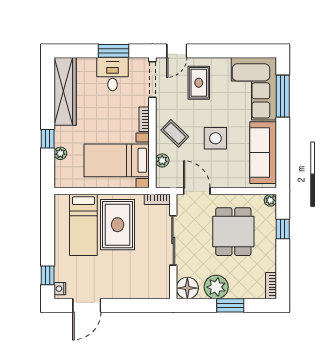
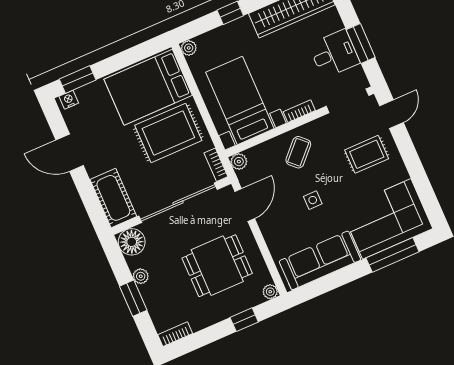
door: (177, 51) -> (391, 114), swing flipped
side table: (215, 138) -> (313, 200), width x0.54, depth x0.54
plant: (60, 153) -> (189, 48), moved
plant: (162, 160) -> (239, 162), moved
bed: (83, 225) -> (148, 87), width x1.50
sliding door: (173, 240) -> (178, 203), width x1.36
window: (48, 275) -> (78, 79), width x1.50
cot: (148, 287) -> (113, 198), added
plant: (216, 287) -> (141, 276), width x0.53, depth x0.53
door: (87, 305) -> (70, 153), moved

